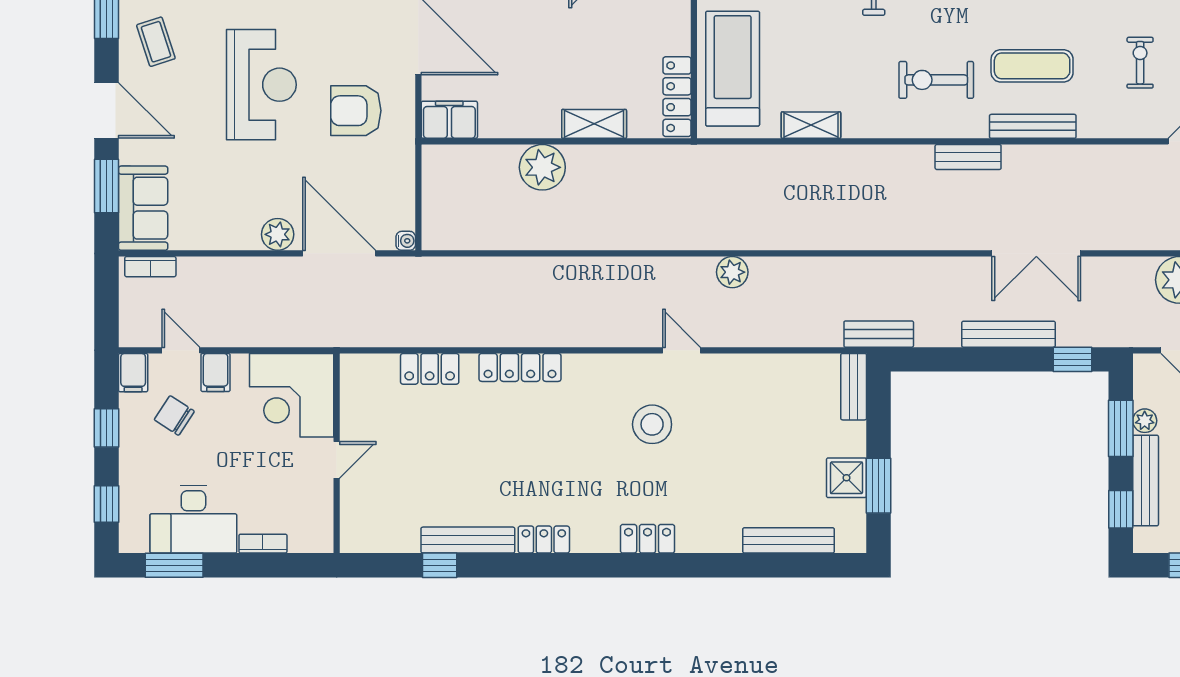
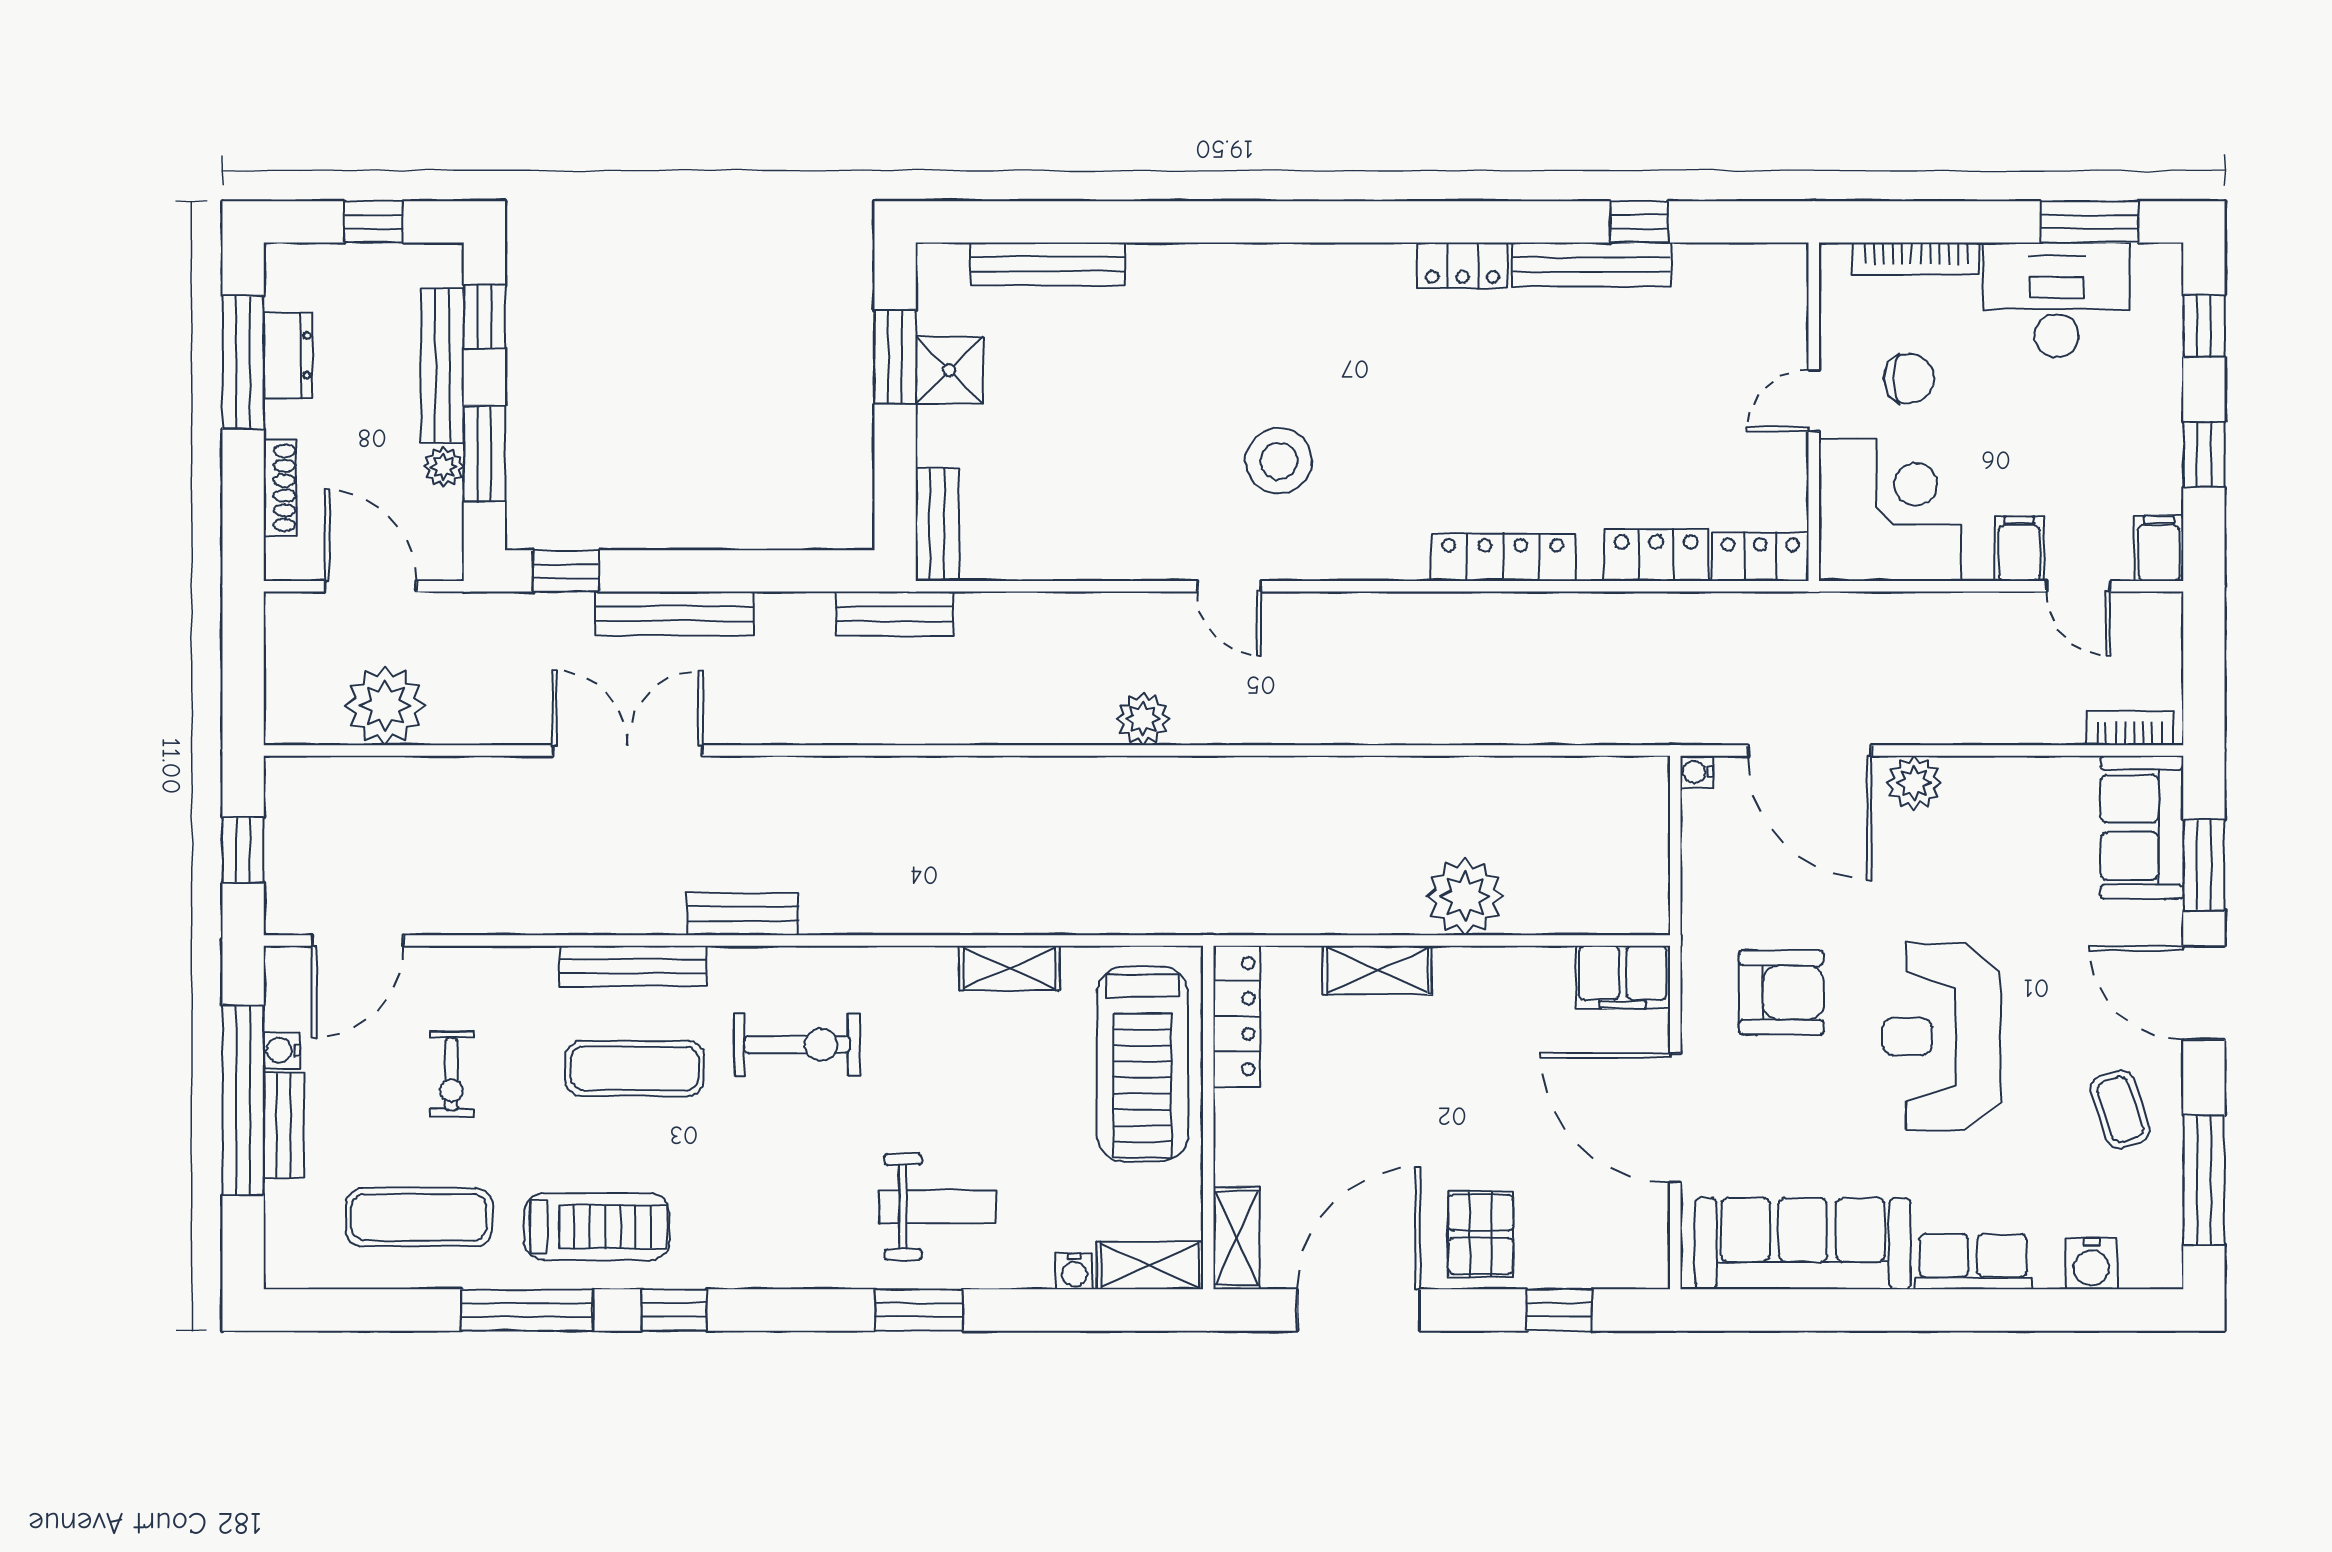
chair: (174, 415) -> (1909, 379), moved, turned -33
locker: (648, 539) -> (1760, 557), moved, turned 180
bookcase: (263, 544) -> (1916, 259), width x1.56

